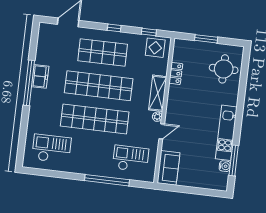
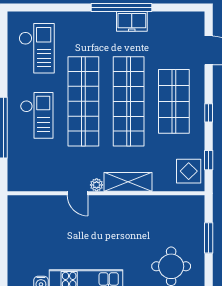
locker: (176, 73) -> (157, 203), removed
checkout: (131, 159) -> (37, 115), moved
sofa: (168, 168) -> (30, 208), removed

